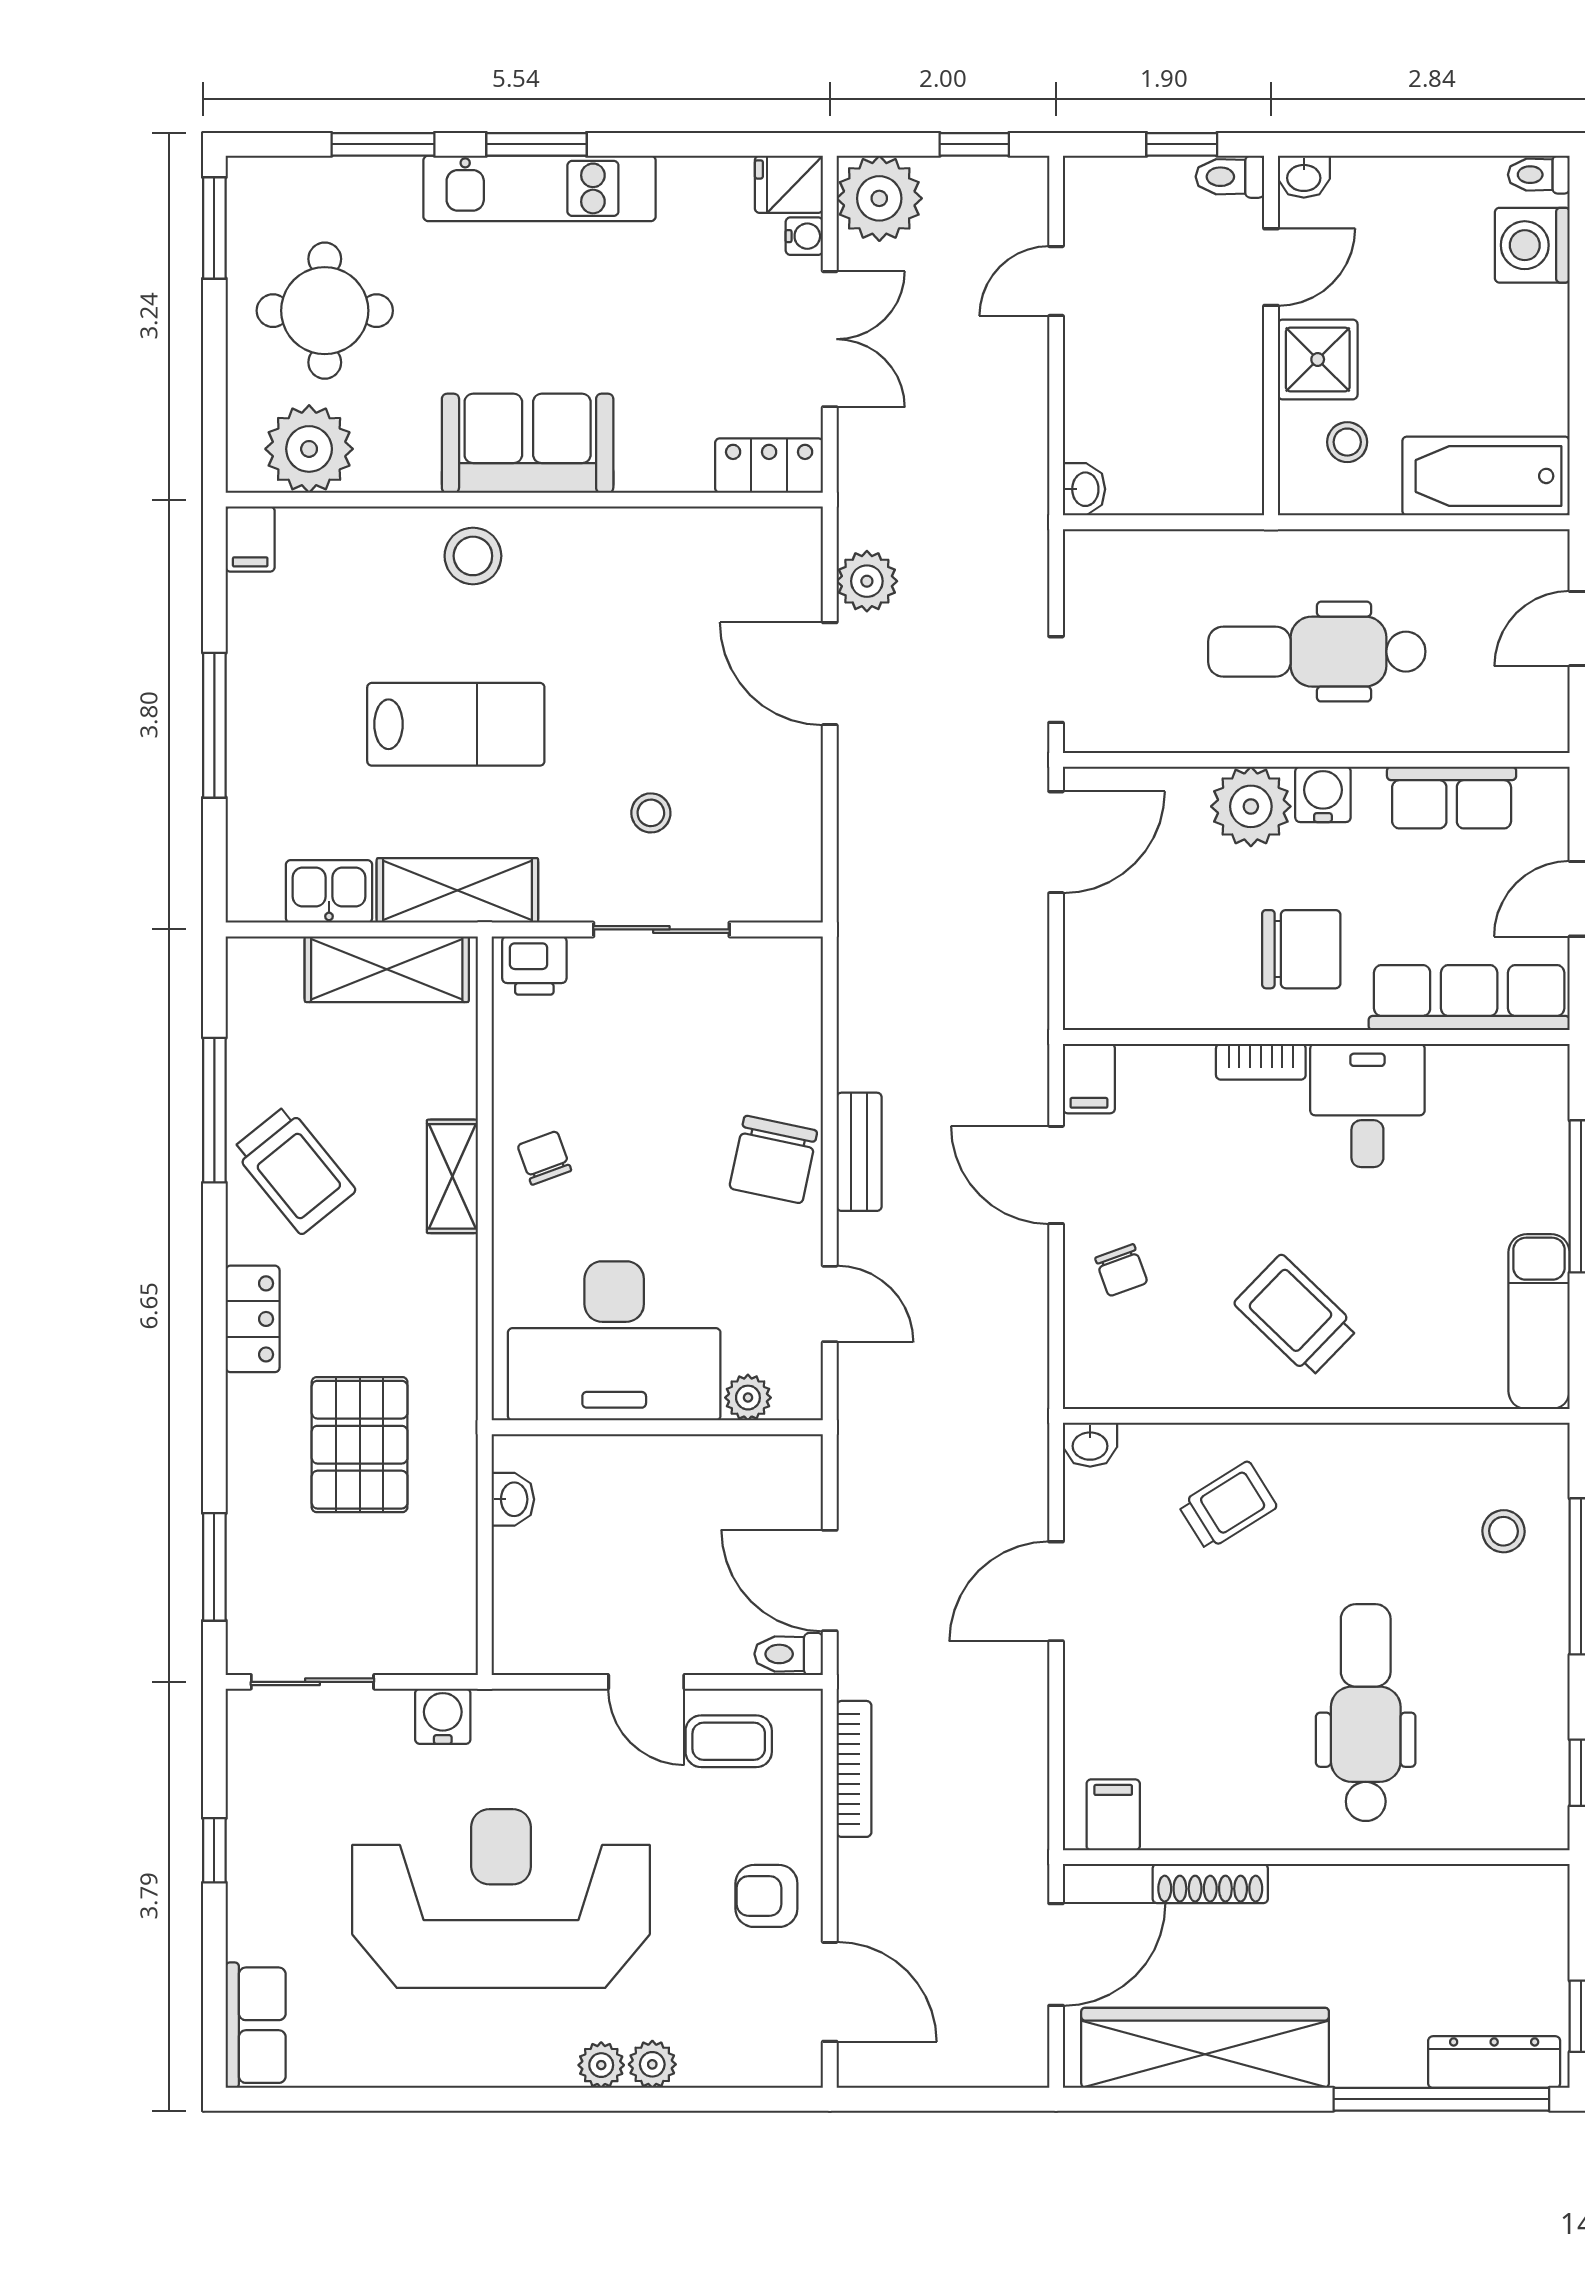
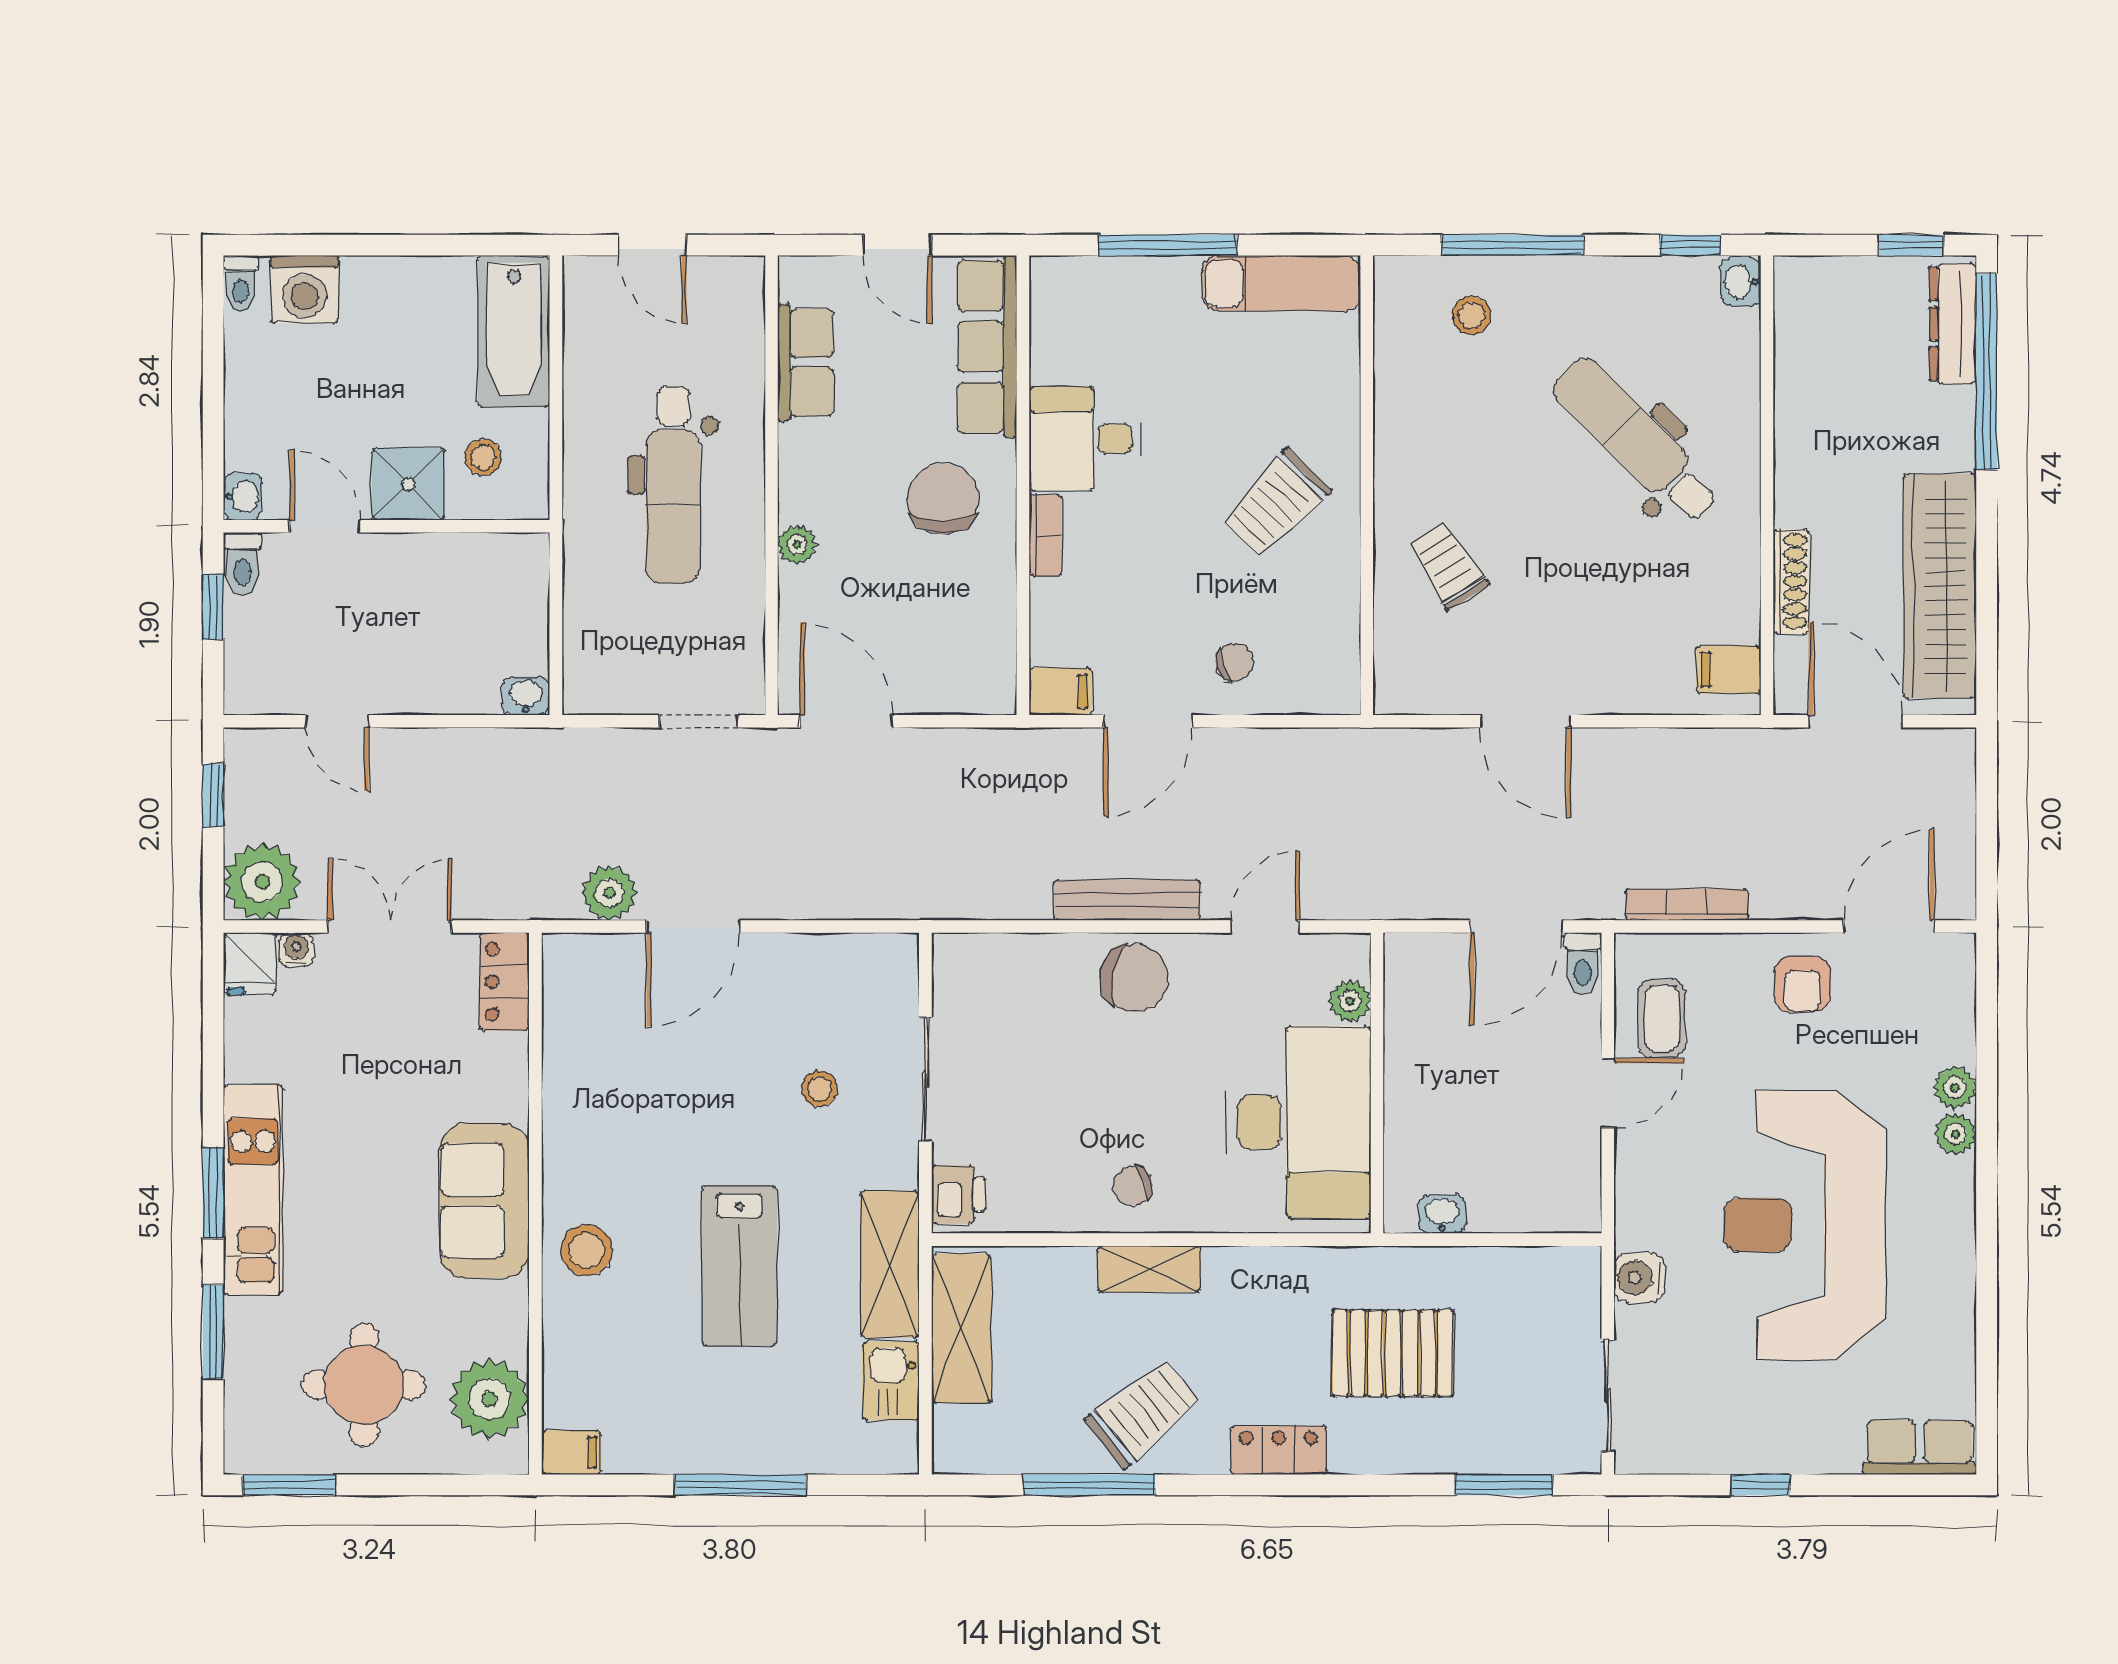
lab bench: (456, 724) -> (739, 1266), turned 180
water cooler: (1323, 794) -> (803, 479), removed
plant: (1251, 806) -> (797, 545), width x0.53, depth x0.53
bench: (859, 1152) -> (1127, 900), width x1.36
washbasin: (1090, 1445) -> (1741, 282), moved, turned 180
dental chair: (1366, 1713) -> (1636, 440), turned 45

